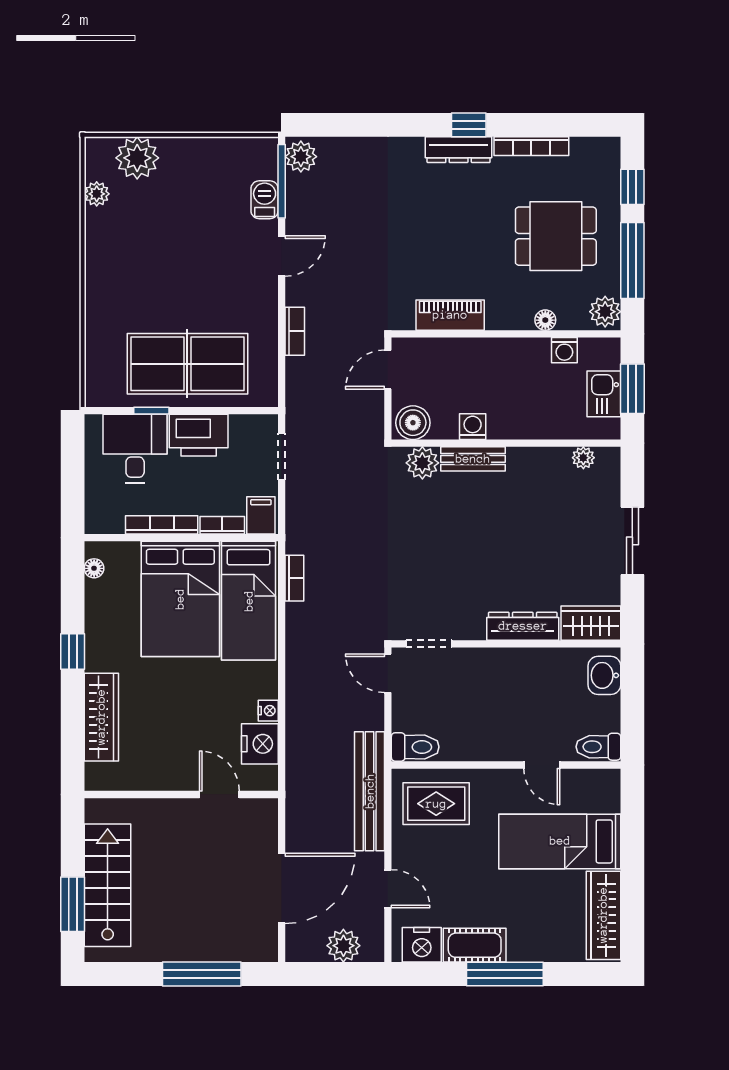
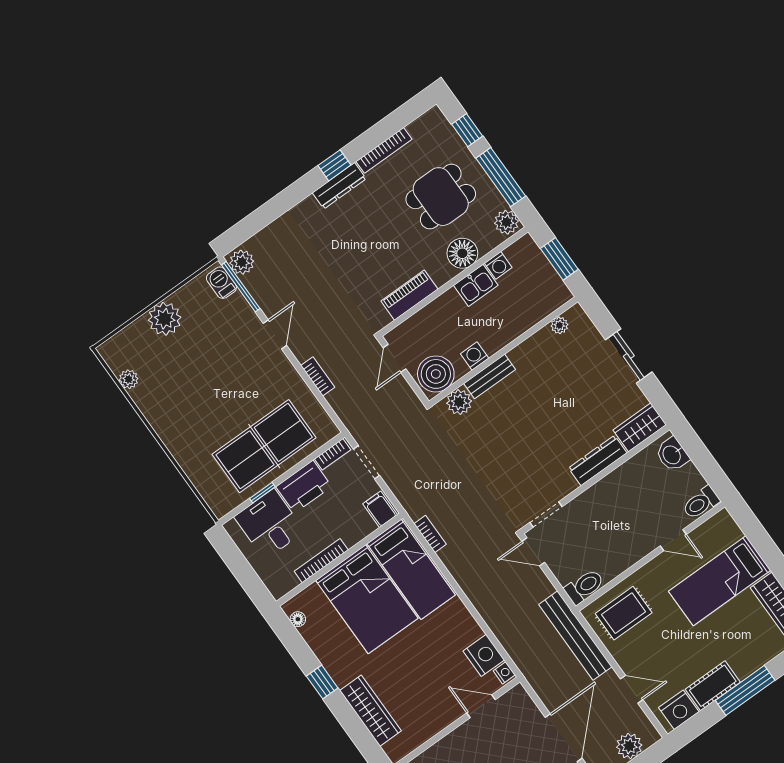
plant: (137, 158) -> (165, 319), moved
barbecue: (265, 200) -> (221, 283), moved
floor lamp: (545, 320) -> (462, 253), width x1.89, depth x1.89
kitchen sink: (604, 394) -> (476, 285), moved, turned -90
boiler: (413, 423) -> (436, 374), width x1.37, depth x1.37
bookcase: (222, 525) -> (333, 454), moved, turned 180
nightstand: (268, 711) -> (504, 673), moved

